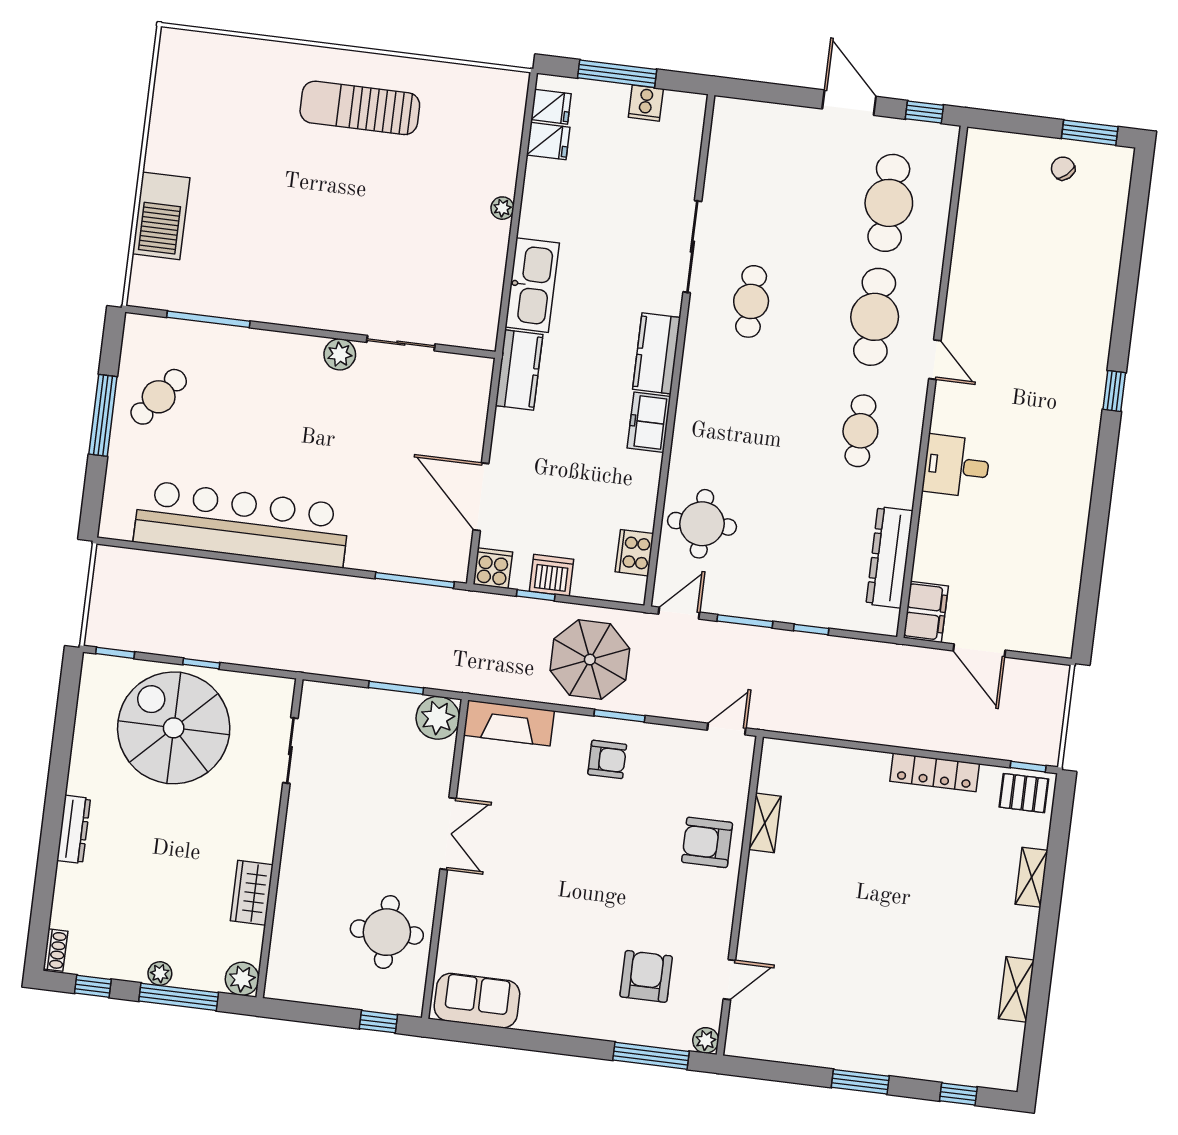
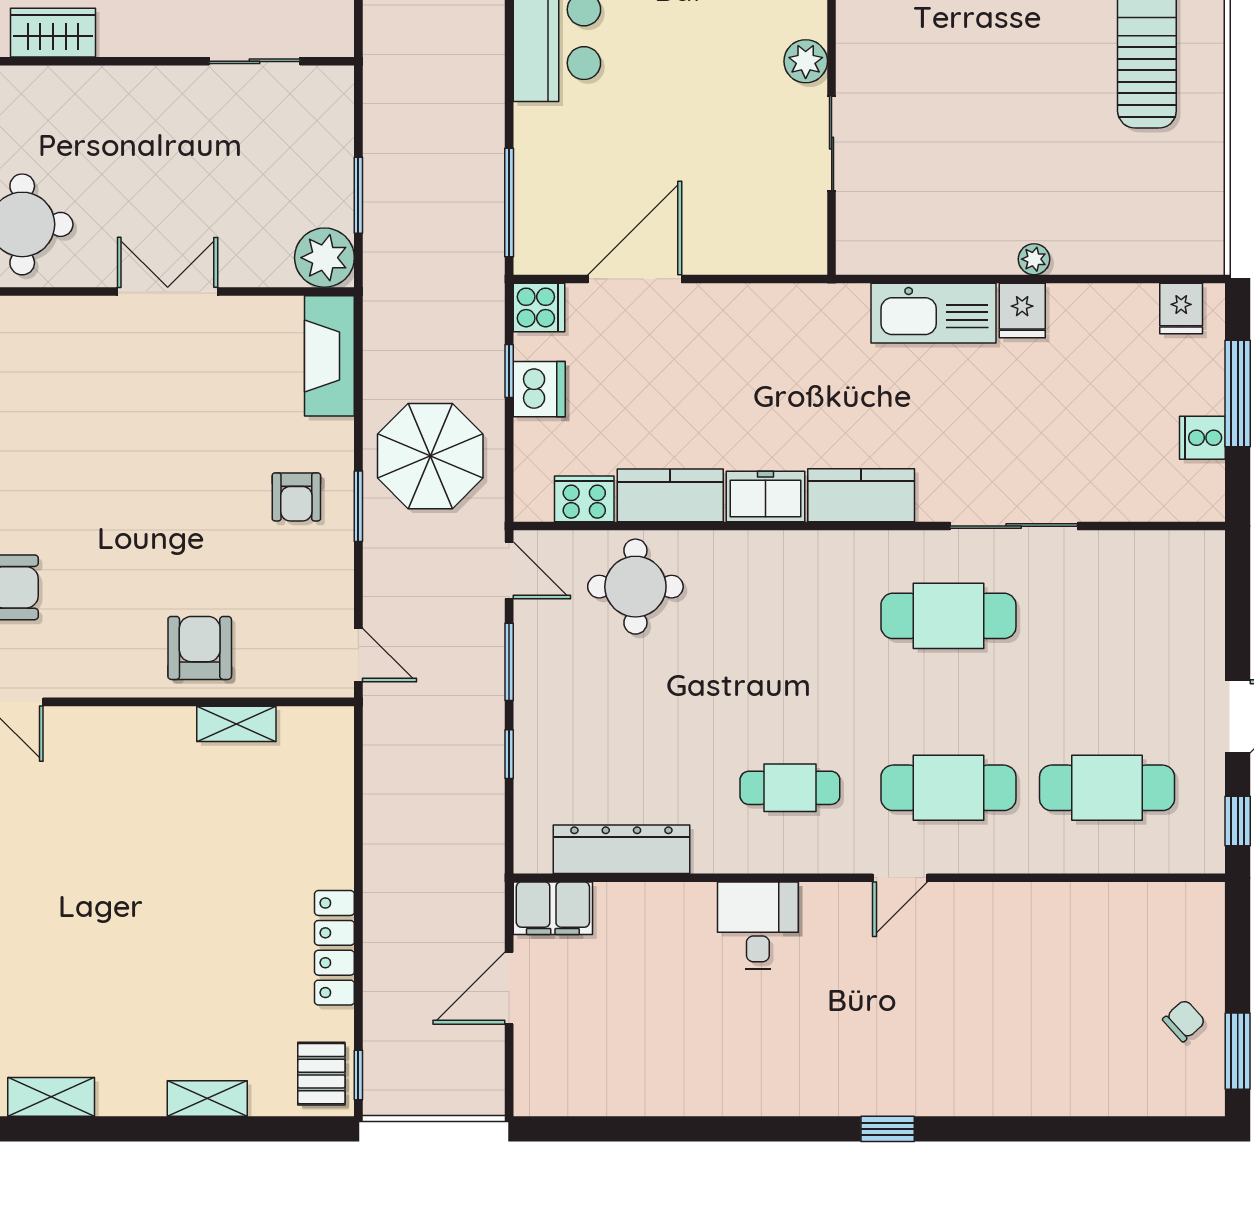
fridge: (548, 141) -> (1022, 311), moved
cafe table: (751, 301) -> (948, 616), width x1.37, depth x1.35
kitchen counter: (519, 370) -> (670, 495), moved, turned 180
double door: (448, 834) -> (168, 292), swing flipped

